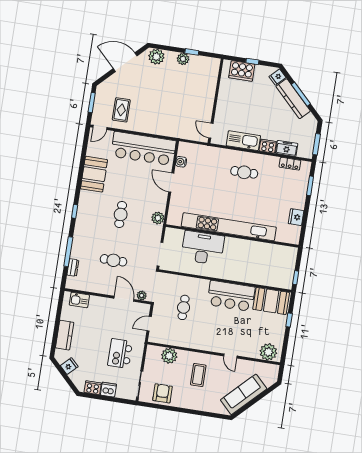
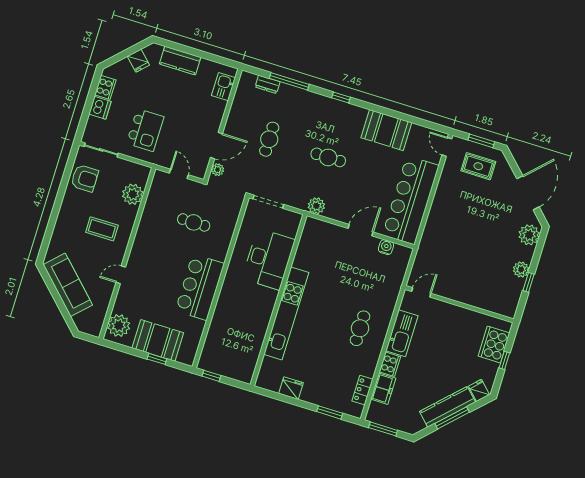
rug: (121, 110) -> (478, 166), moved
kitchen unit: (229, 227) -> (286, 313), width x0.73
booth: (271, 301) -> (158, 340), moved, turned 90
kitchen island: (120, 354) -> (145, 130), turned 90

